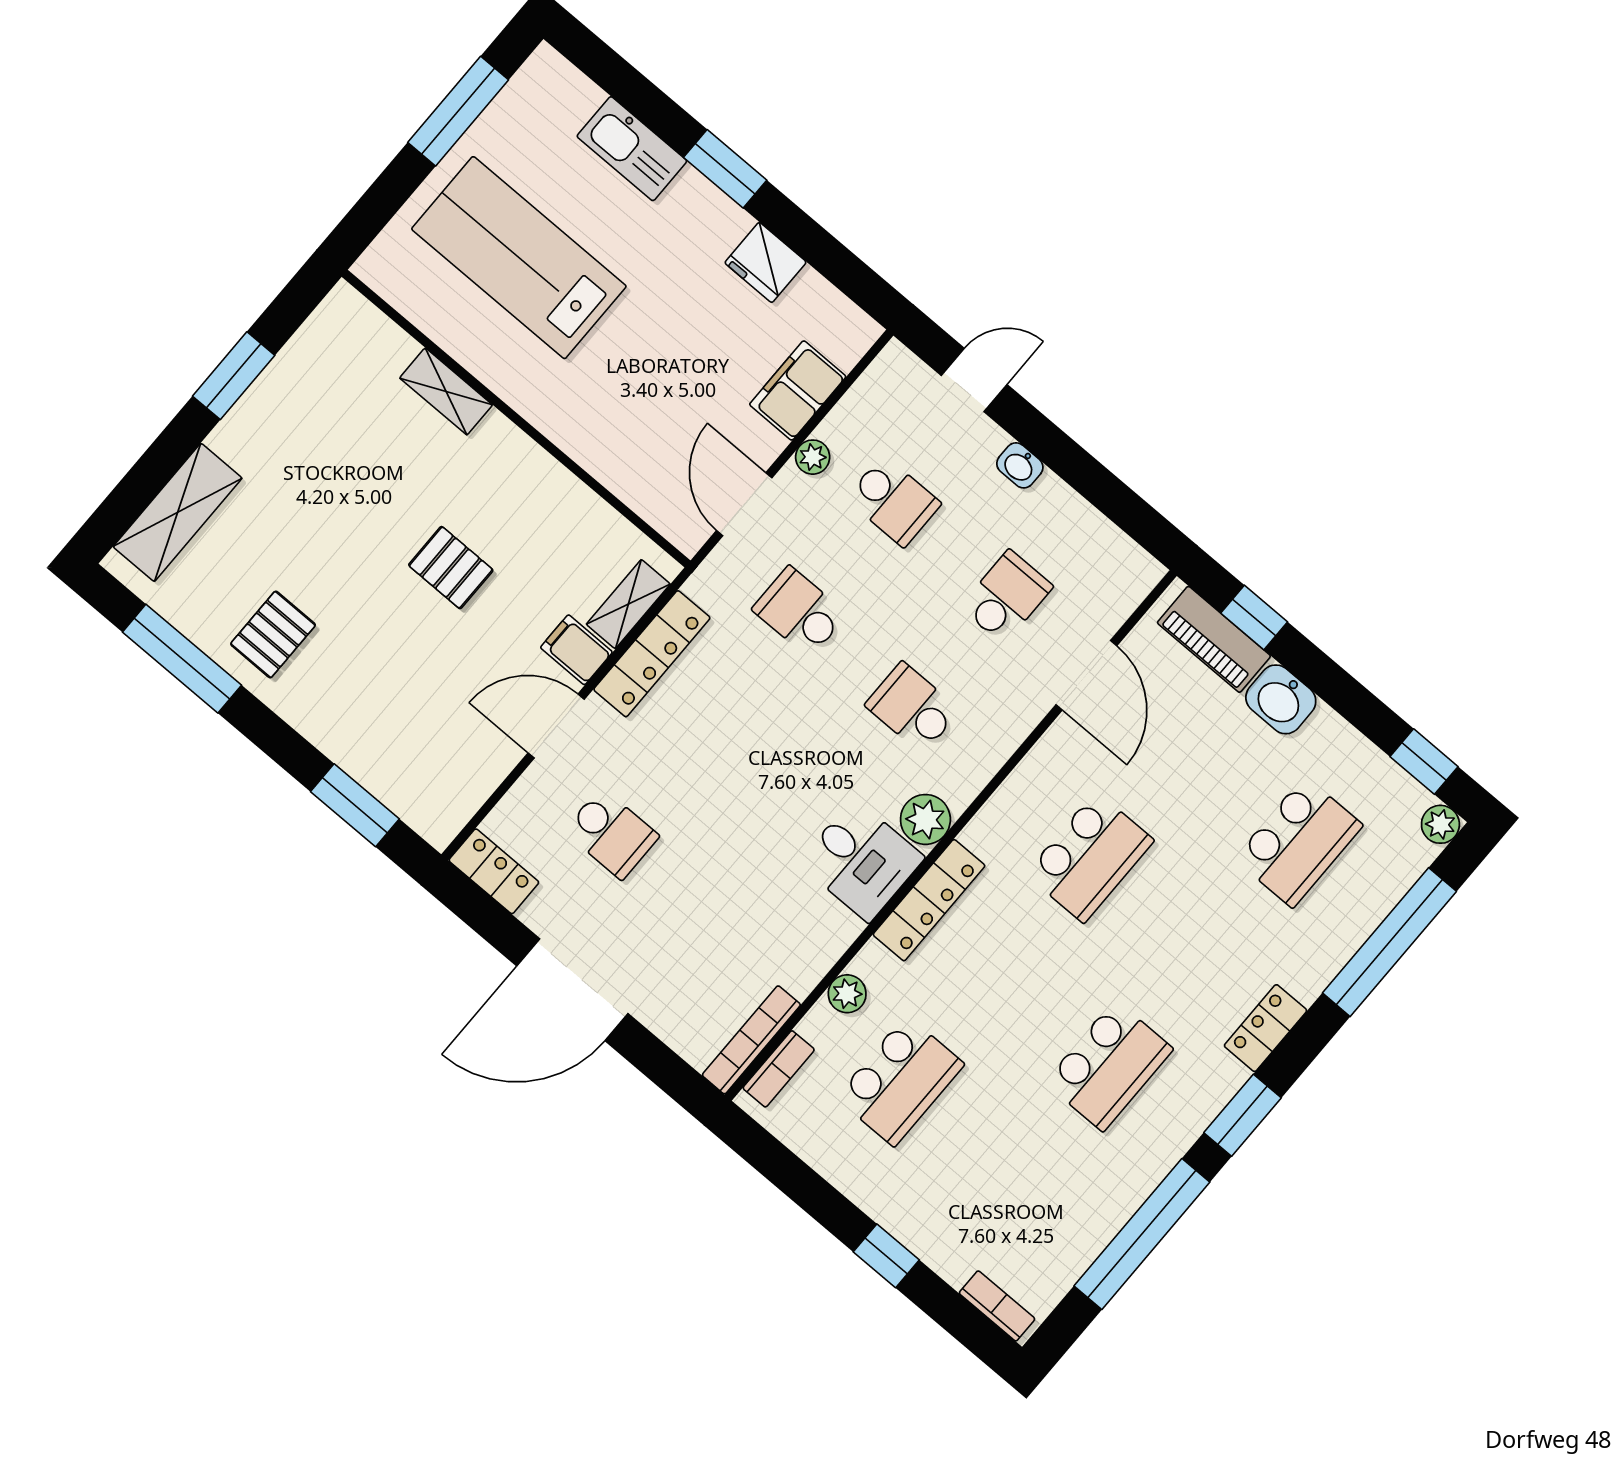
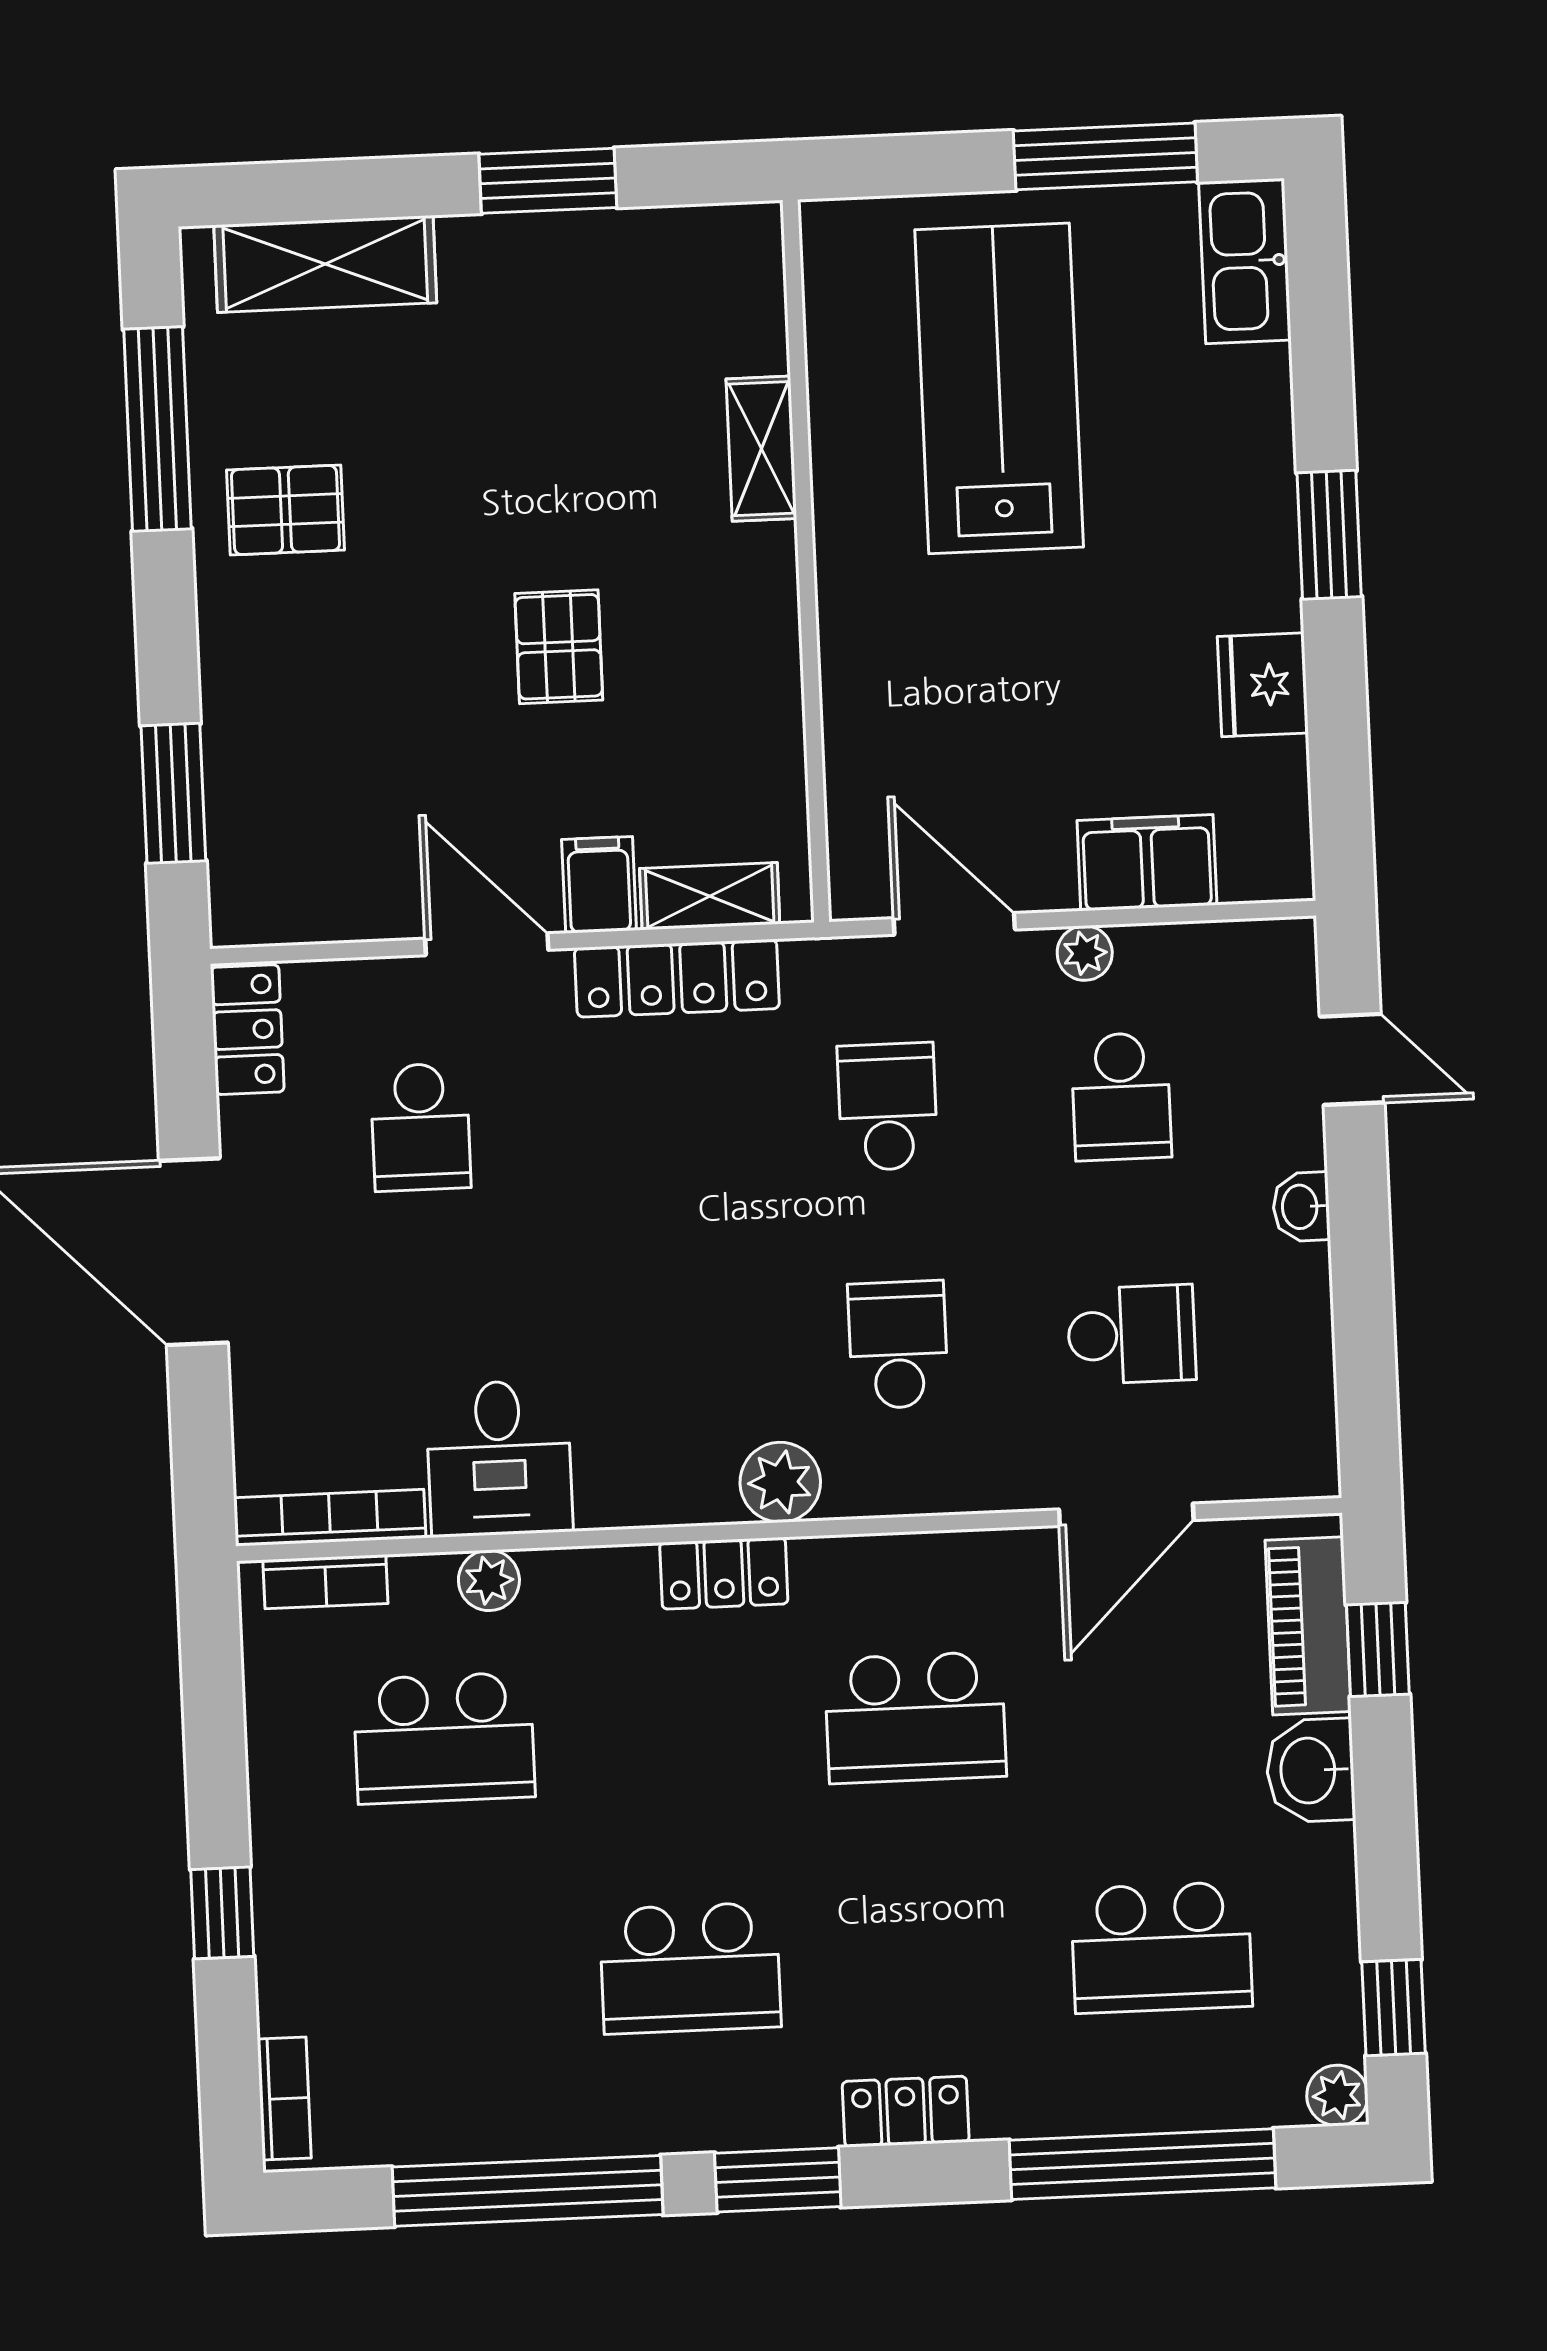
kitchen sink: (632, 149) -> (1245, 261), moved
door: (744, 504) -> (954, 924), hinge flipped
desk: (861, 860) -> (499, 1458), moved
locker: (929, 900) -> (724, 1573), width x0.66

